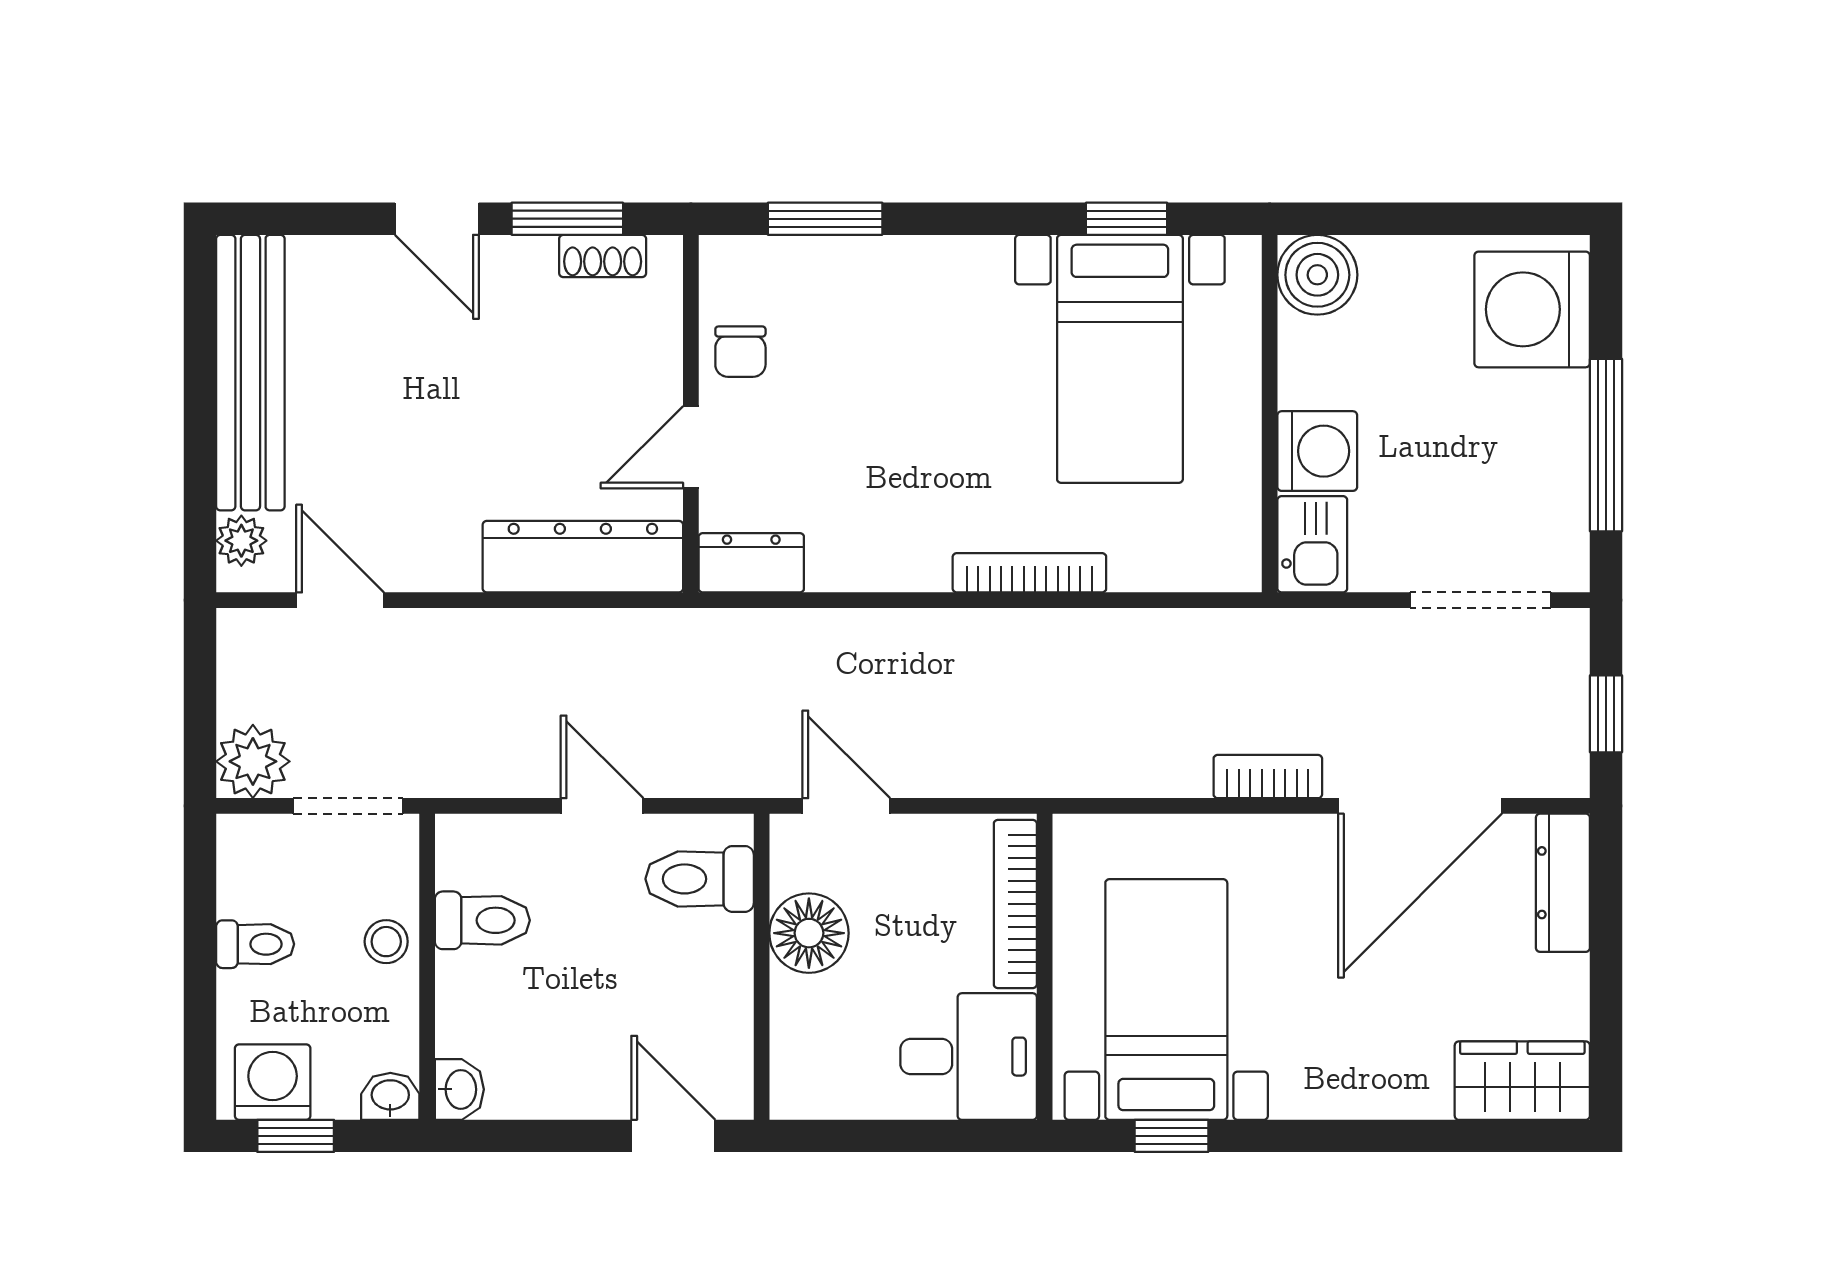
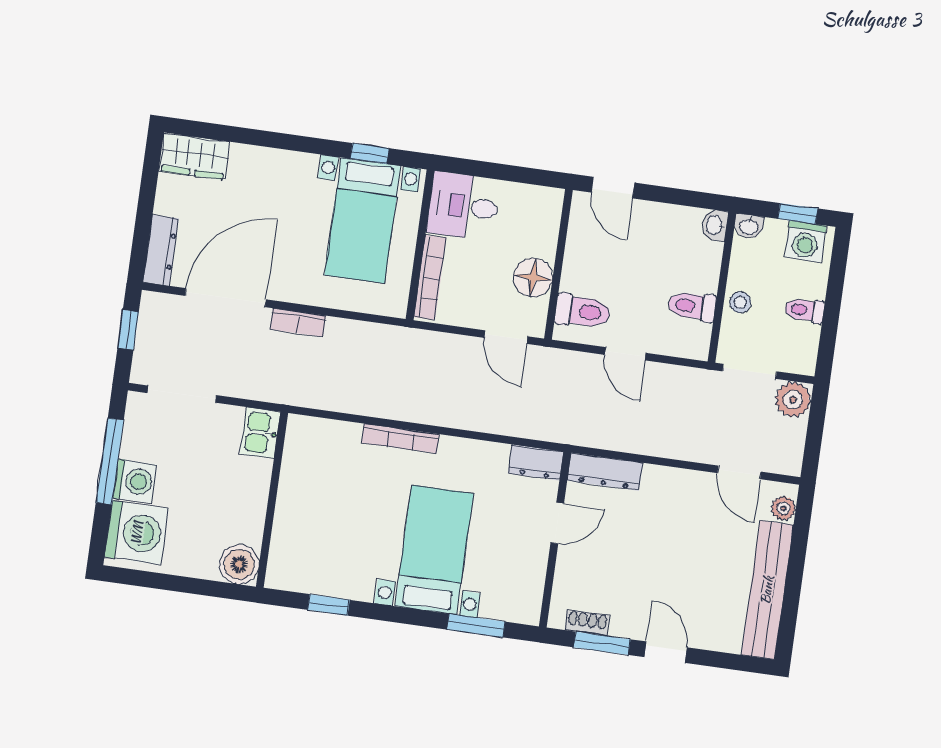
chair: (740, 352) -> (526, 566), removed
bed with nightstands: (1120, 359) -> (434, 550), moved
washing machine: (1317, 451) -> (135, 481), moved, turned 180
dresser: (583, 557) -> (605, 472), width x0.73, depth x0.80

